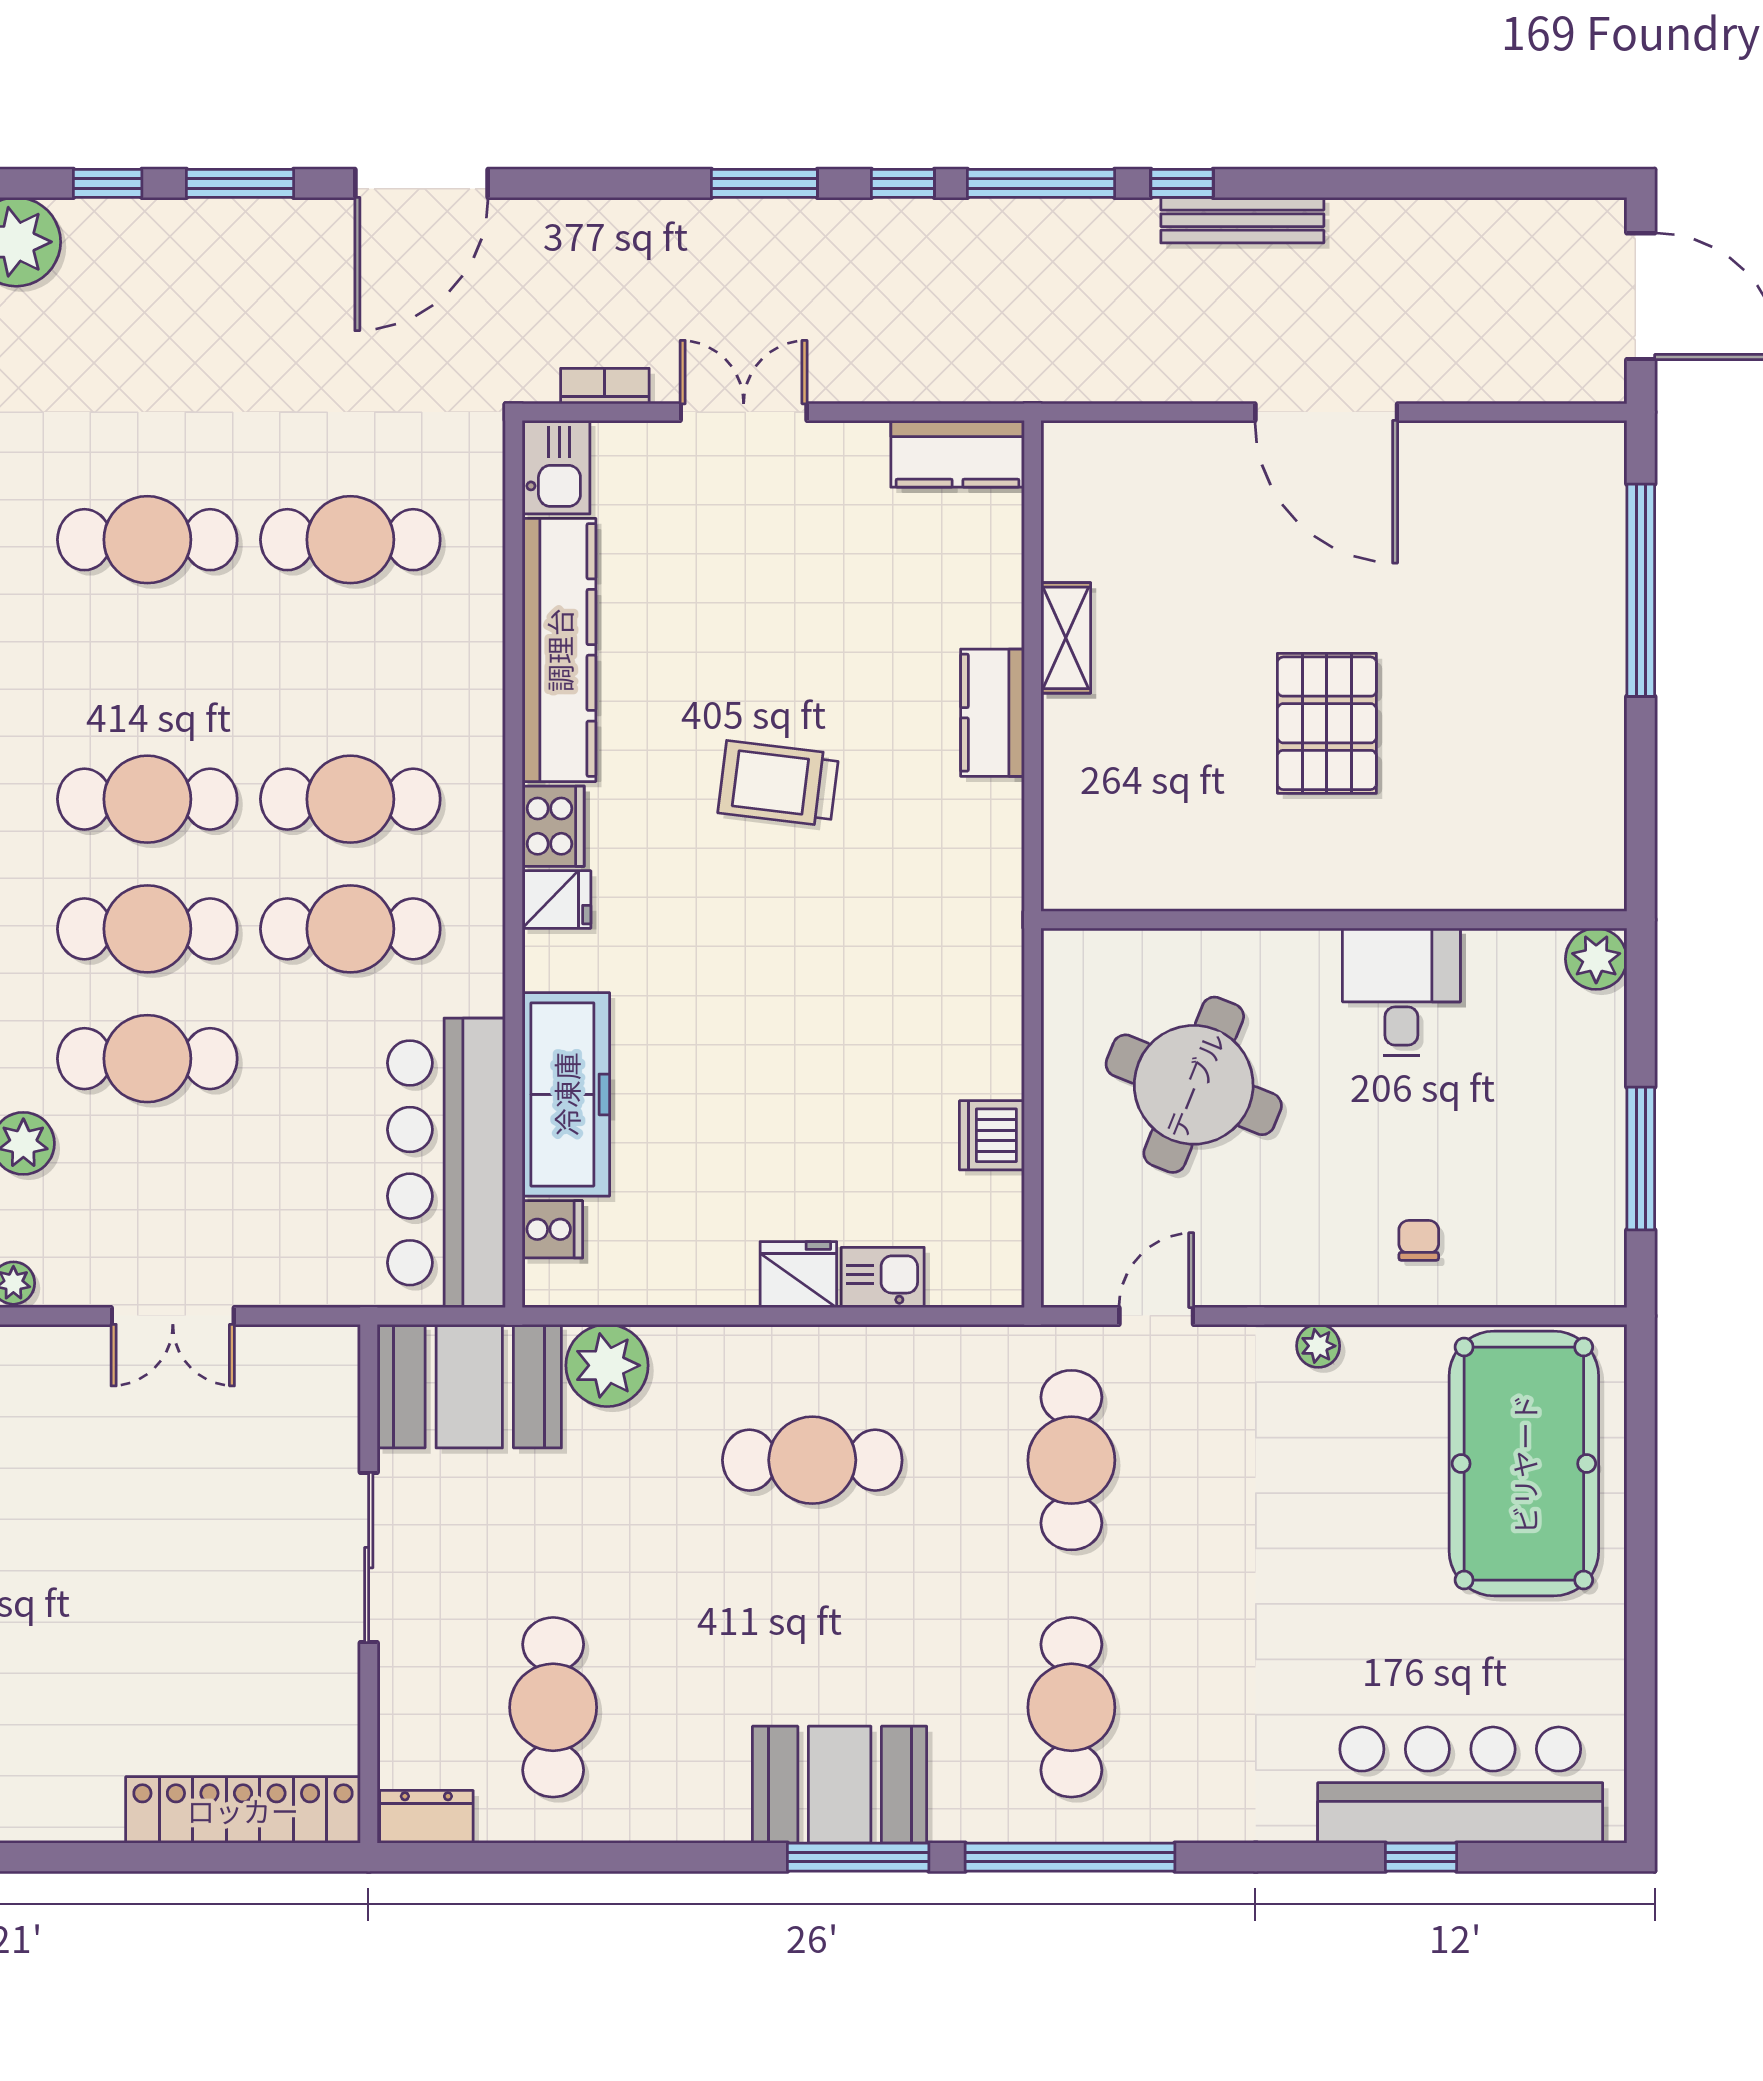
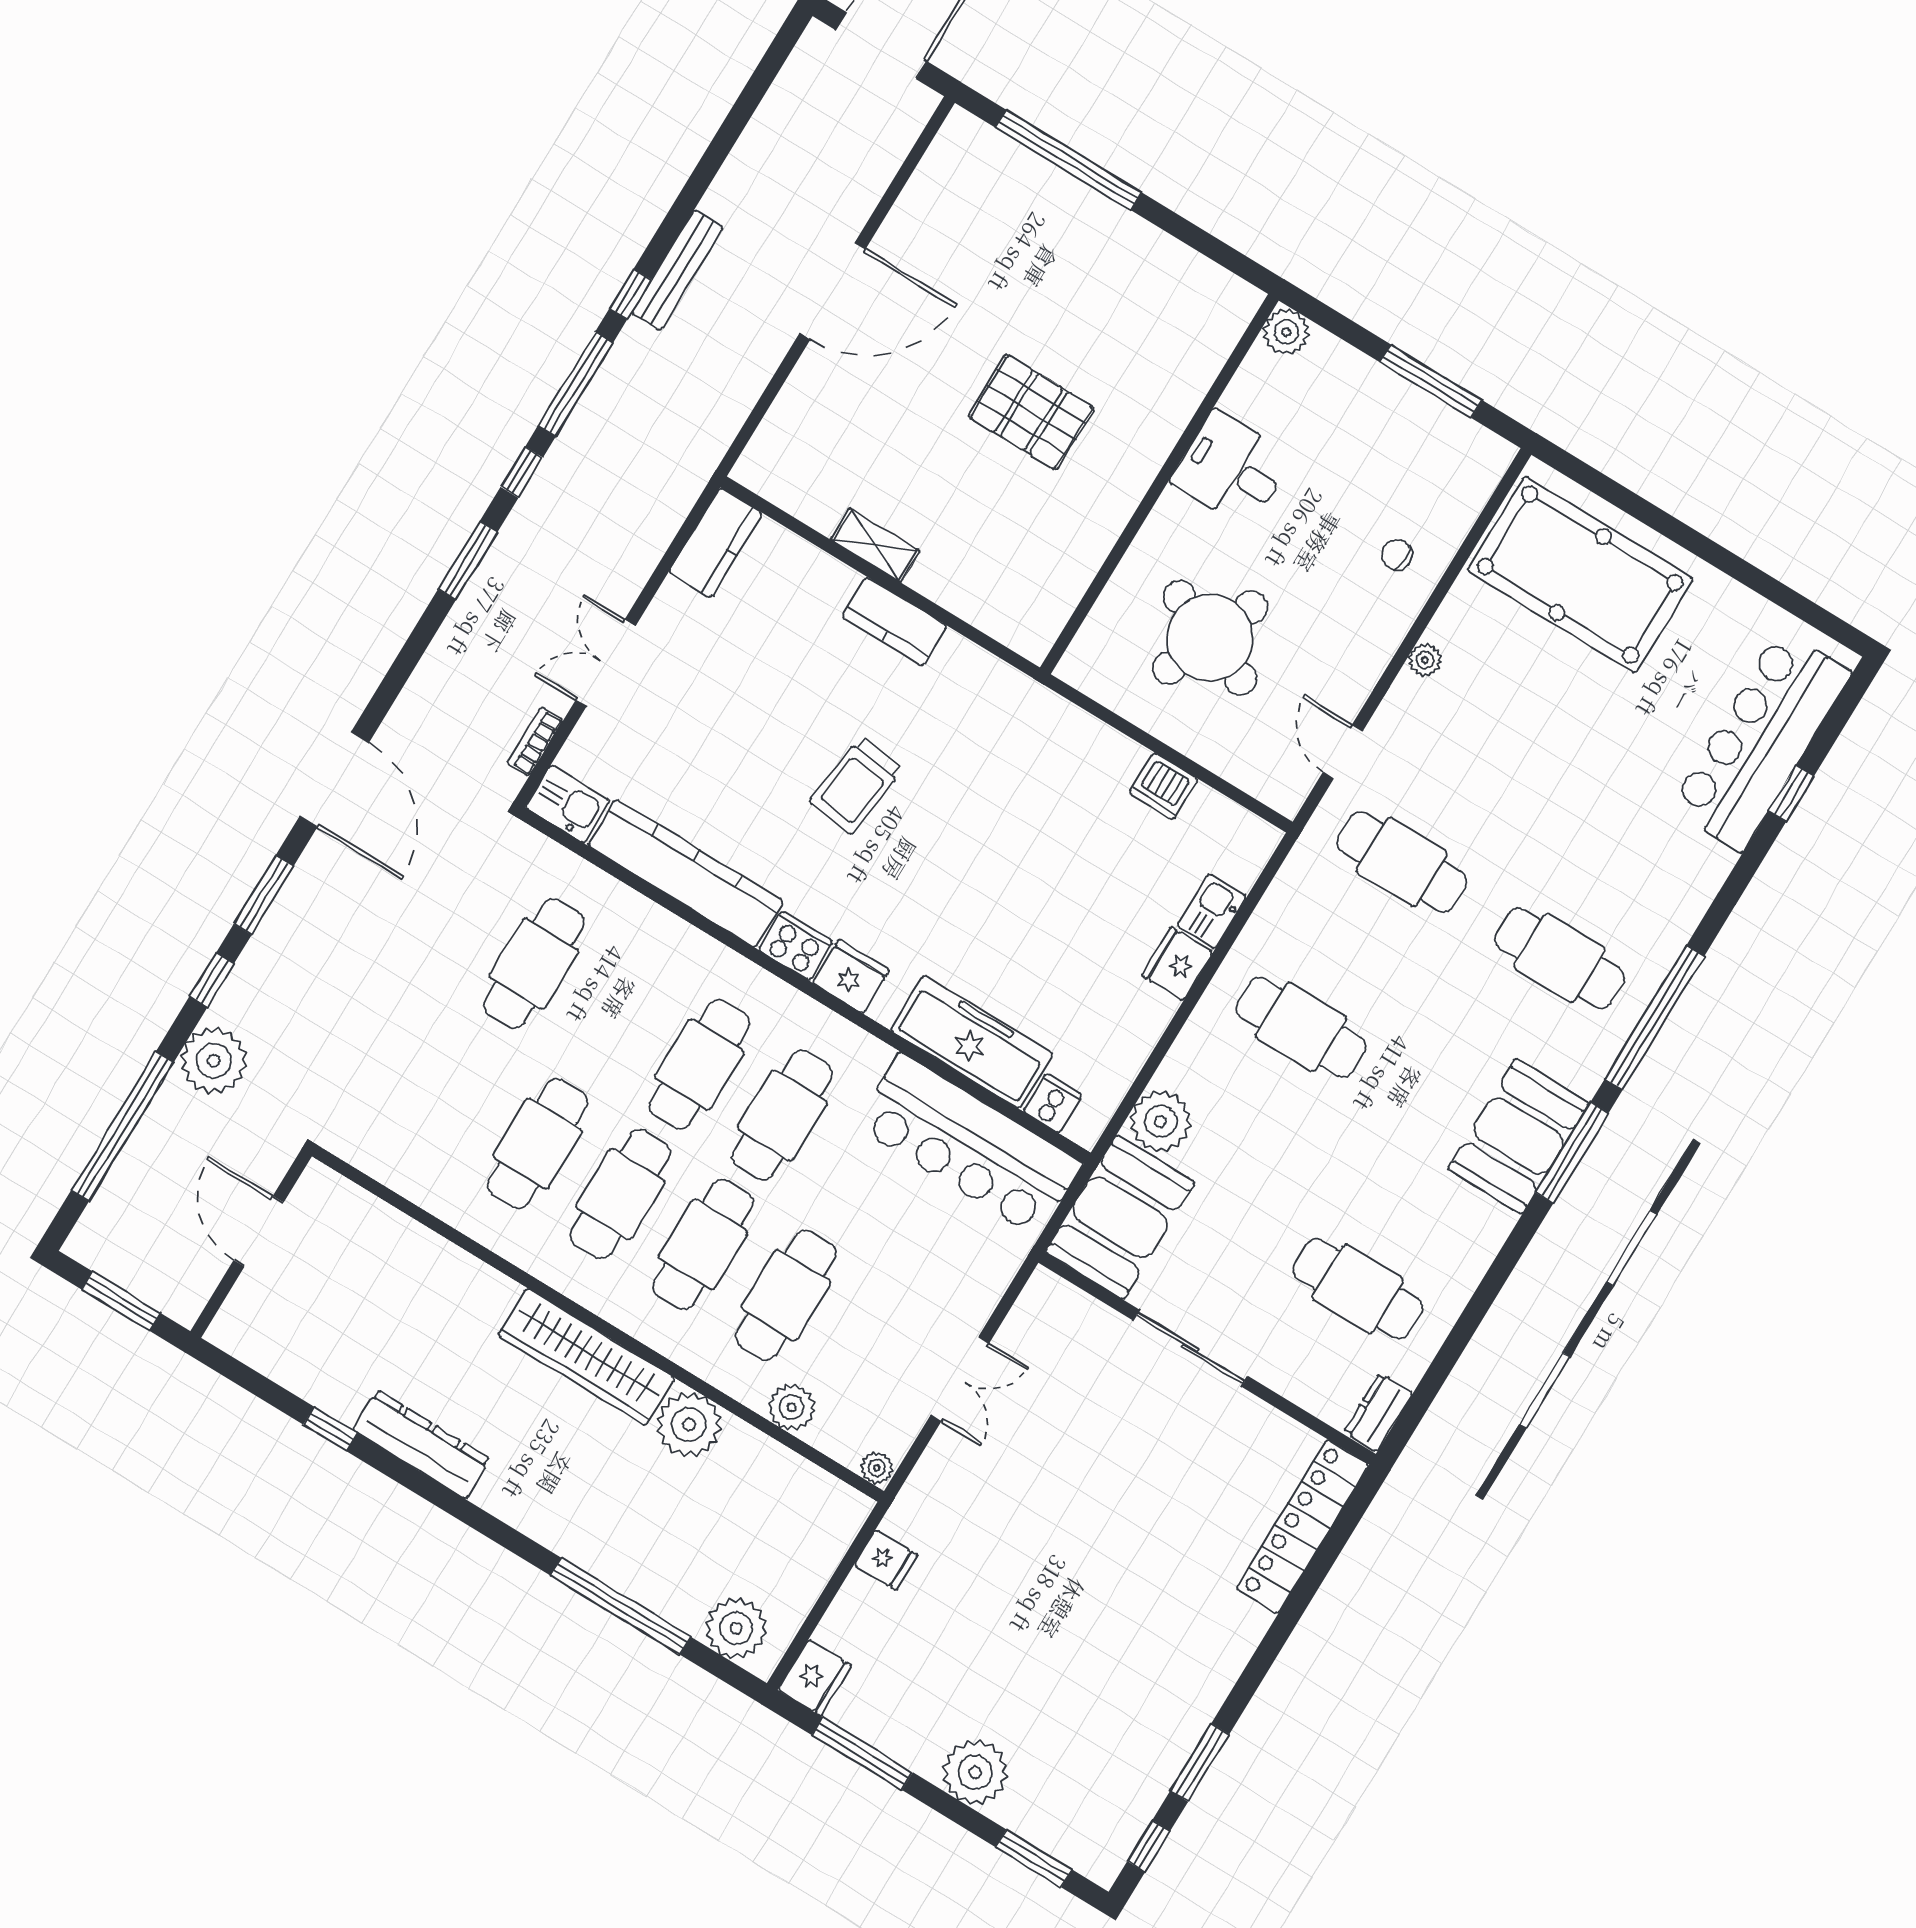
cafe table: (147, 540) -> (538, 1144), moved
fridge: (557, 900) -> (851, 976), width x1.38
cafe table: (812, 1460) -> (1301, 1027), turned 90

